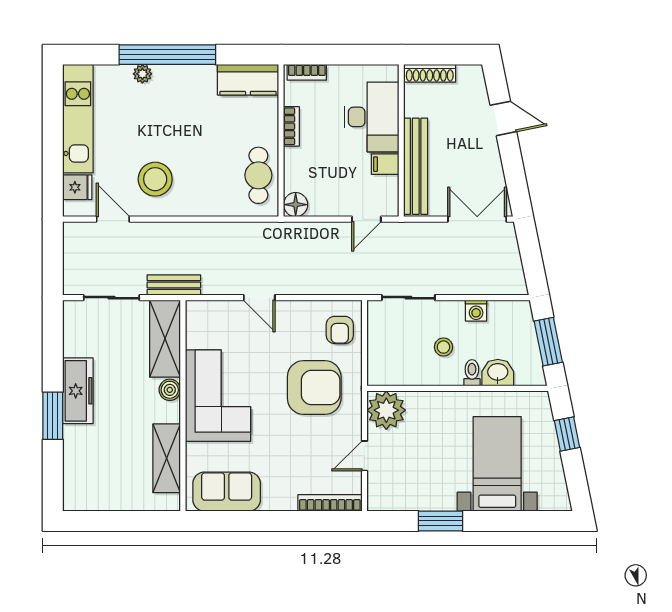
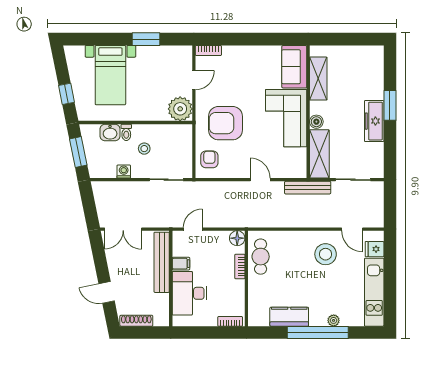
shoe rack: (430, 73) -> (136, 321), moved
kitchen counter: (248, 80) -> (289, 317), moved
bookcase: (291, 126) -> (240, 267), moved
bench: (174, 285) -> (308, 188), width x1.36
sofa: (227, 492) -> (294, 67), moved, turned 90
bookcase: (330, 503) -> (208, 51), width x0.64

